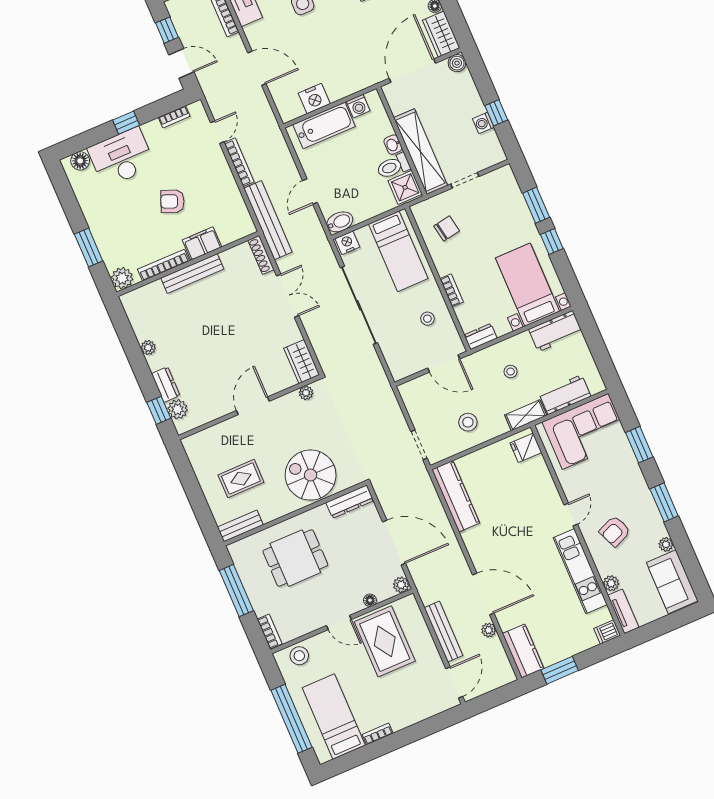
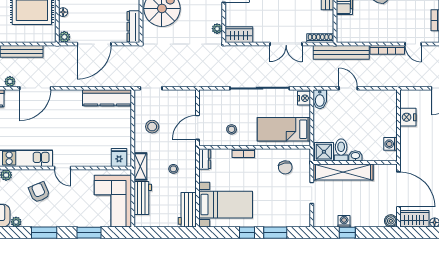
bathtub: (324, 125) -> (387, 116), removed

